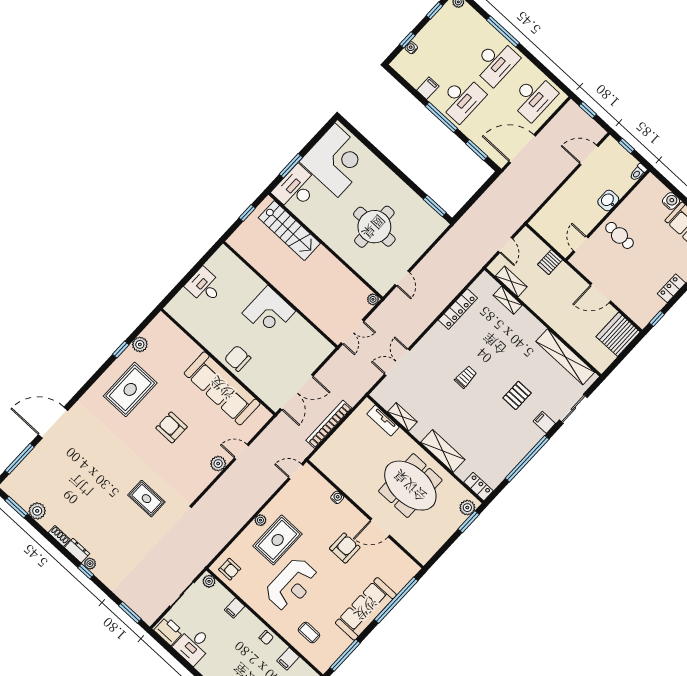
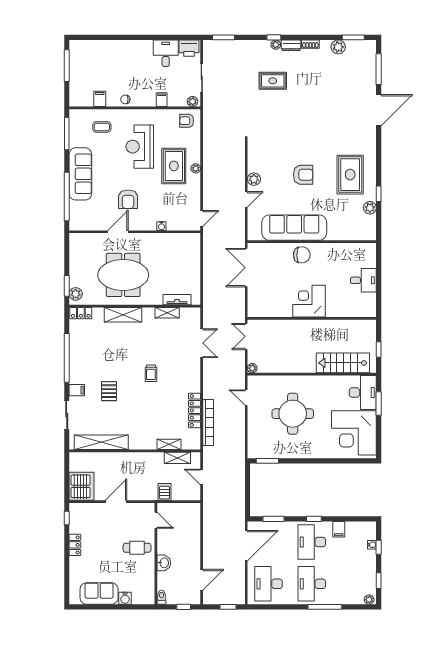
window: (441, 117) -> (314, 519), width x0.46
bookcase: (329, 424) -> (208, 423), moved
rug: (146, 499) -> (273, 81), moved

